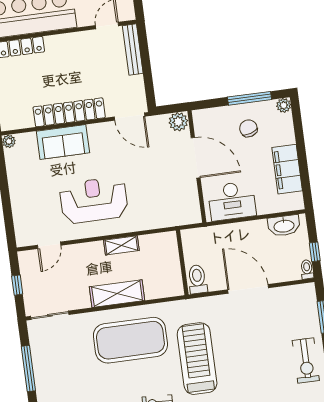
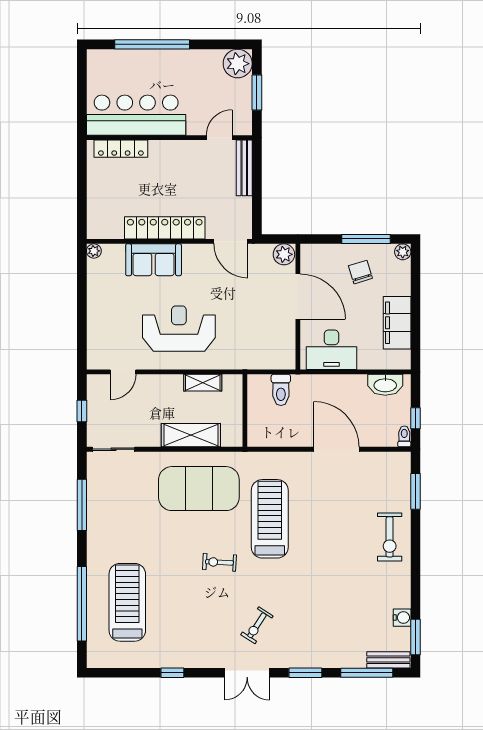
wall: (182, 263) -> (245, 411), moved
toilet: (197, 279) -> (281, 390), moved, turned 180

